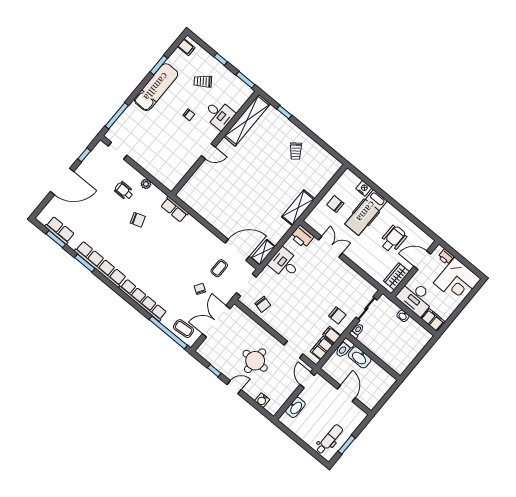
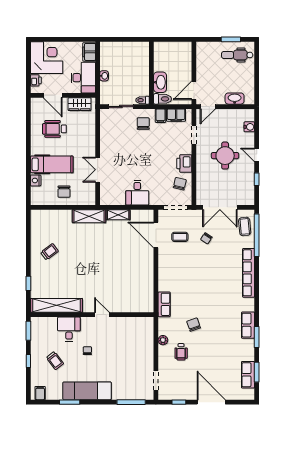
printer: (302, 237) -> (184, 164), moved, turned 180
shelving: (263, 252) -> (118, 215), moved
row of seats: (100, 264) -> (248, 325), width x0.50
door: (346, 393) -> (194, 90), moved

